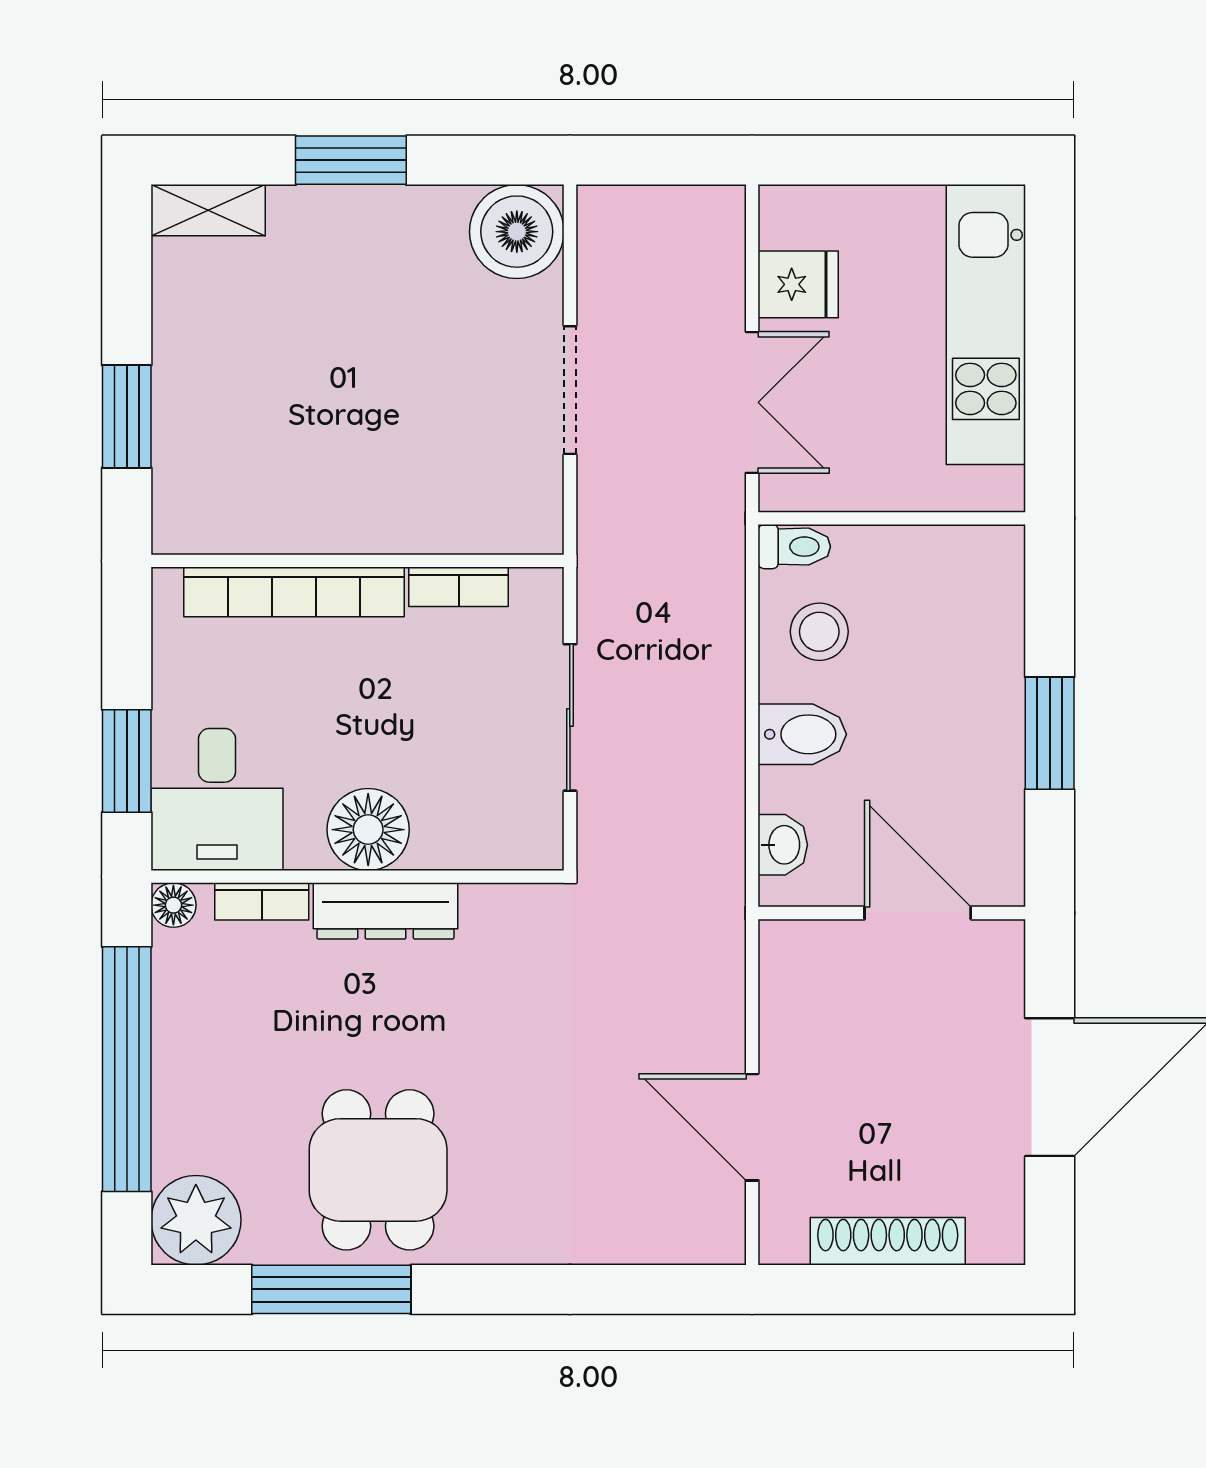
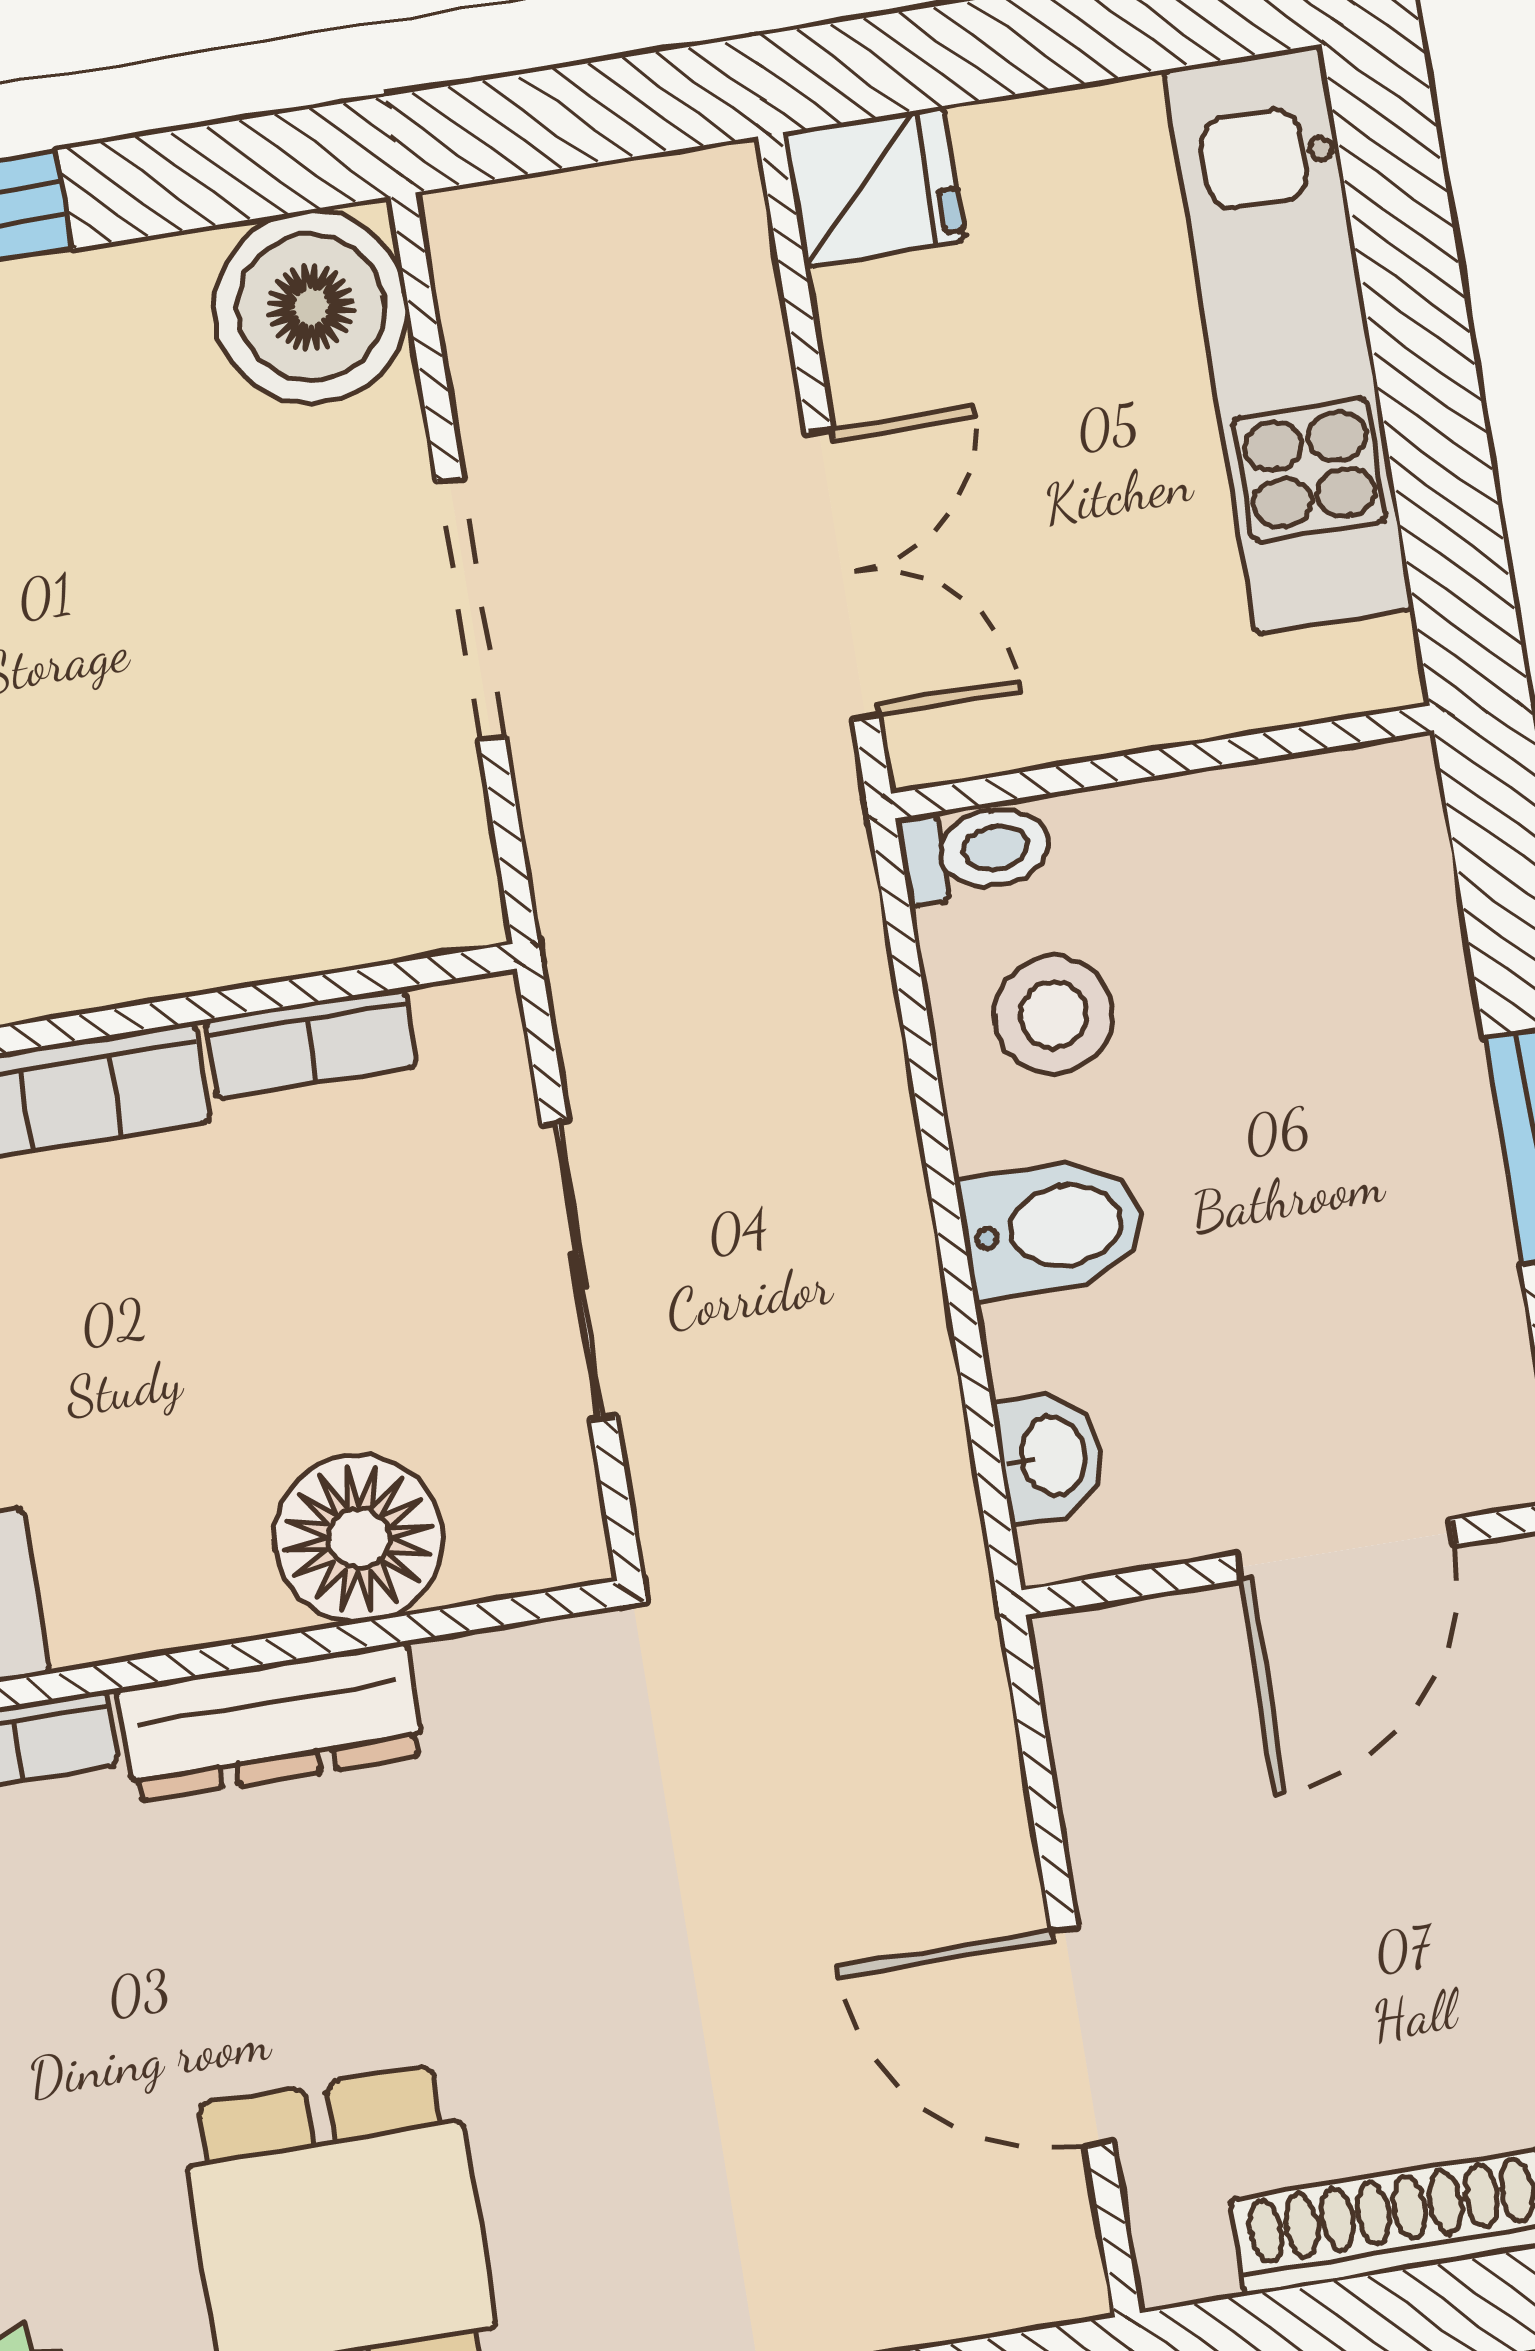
fridge: (798, 284) -> (874, 187), moved
floor lamp: (368, 830) -> (358, 1538), moved
door: (918, 913) -> (1345, 1550), swing flipped

